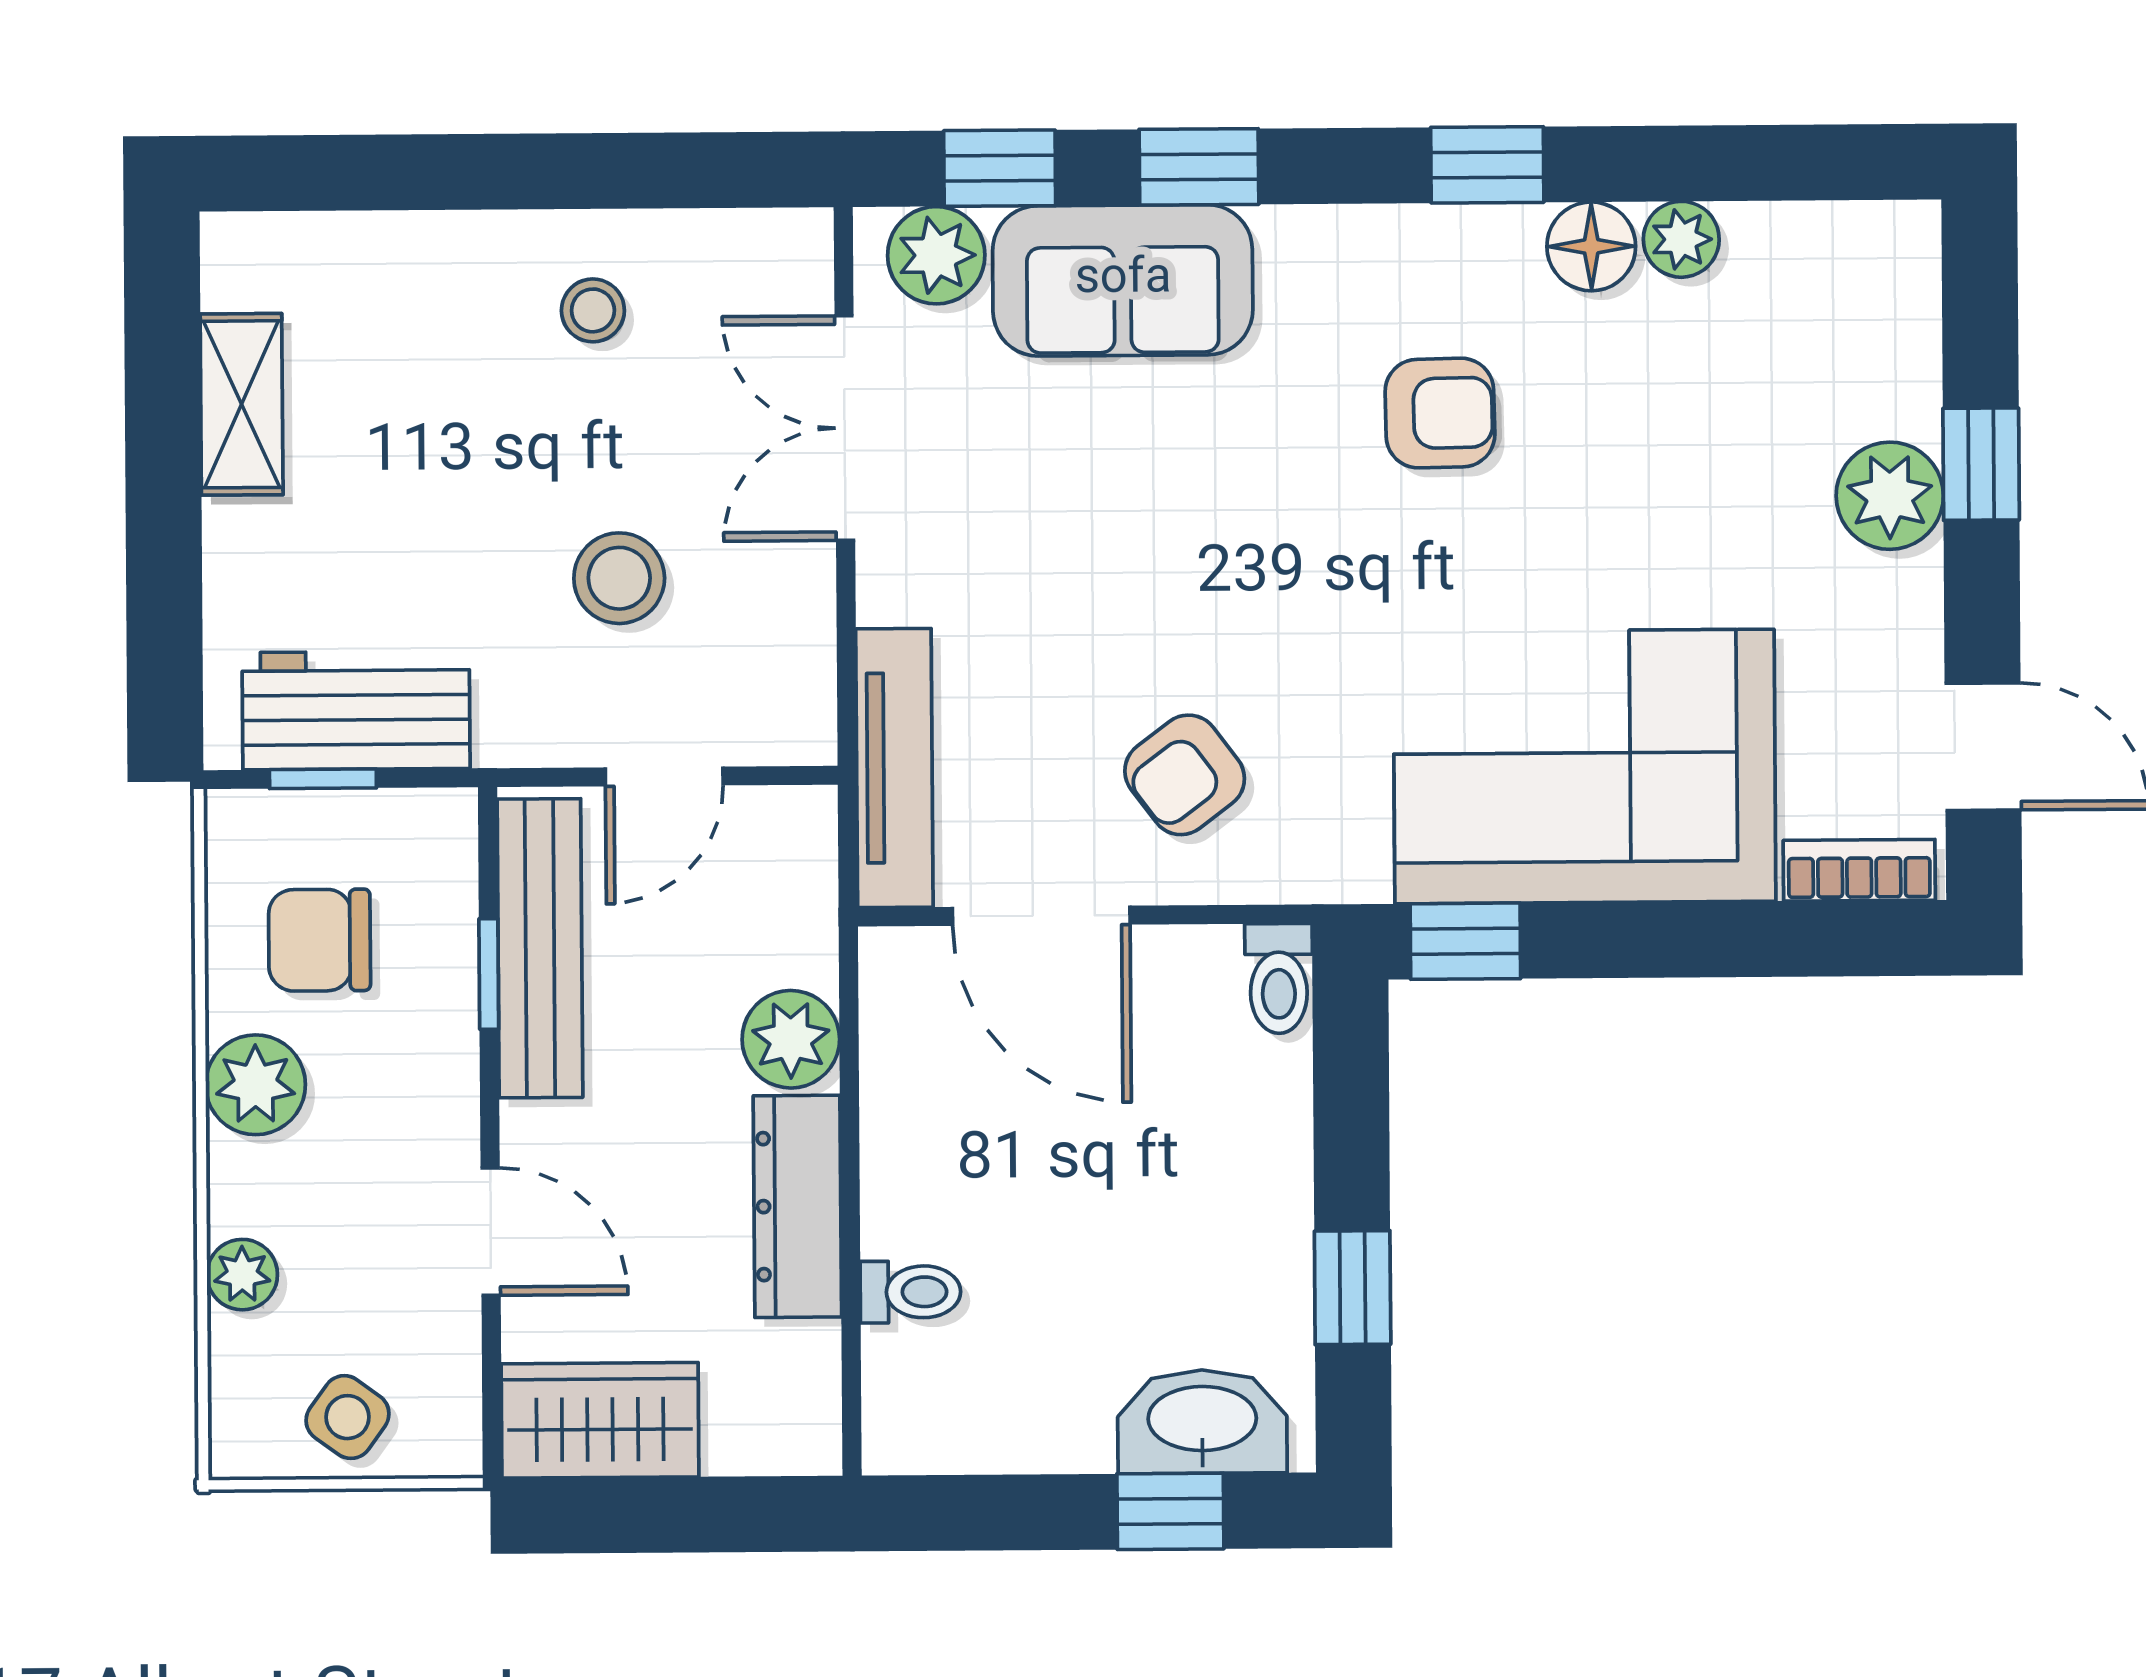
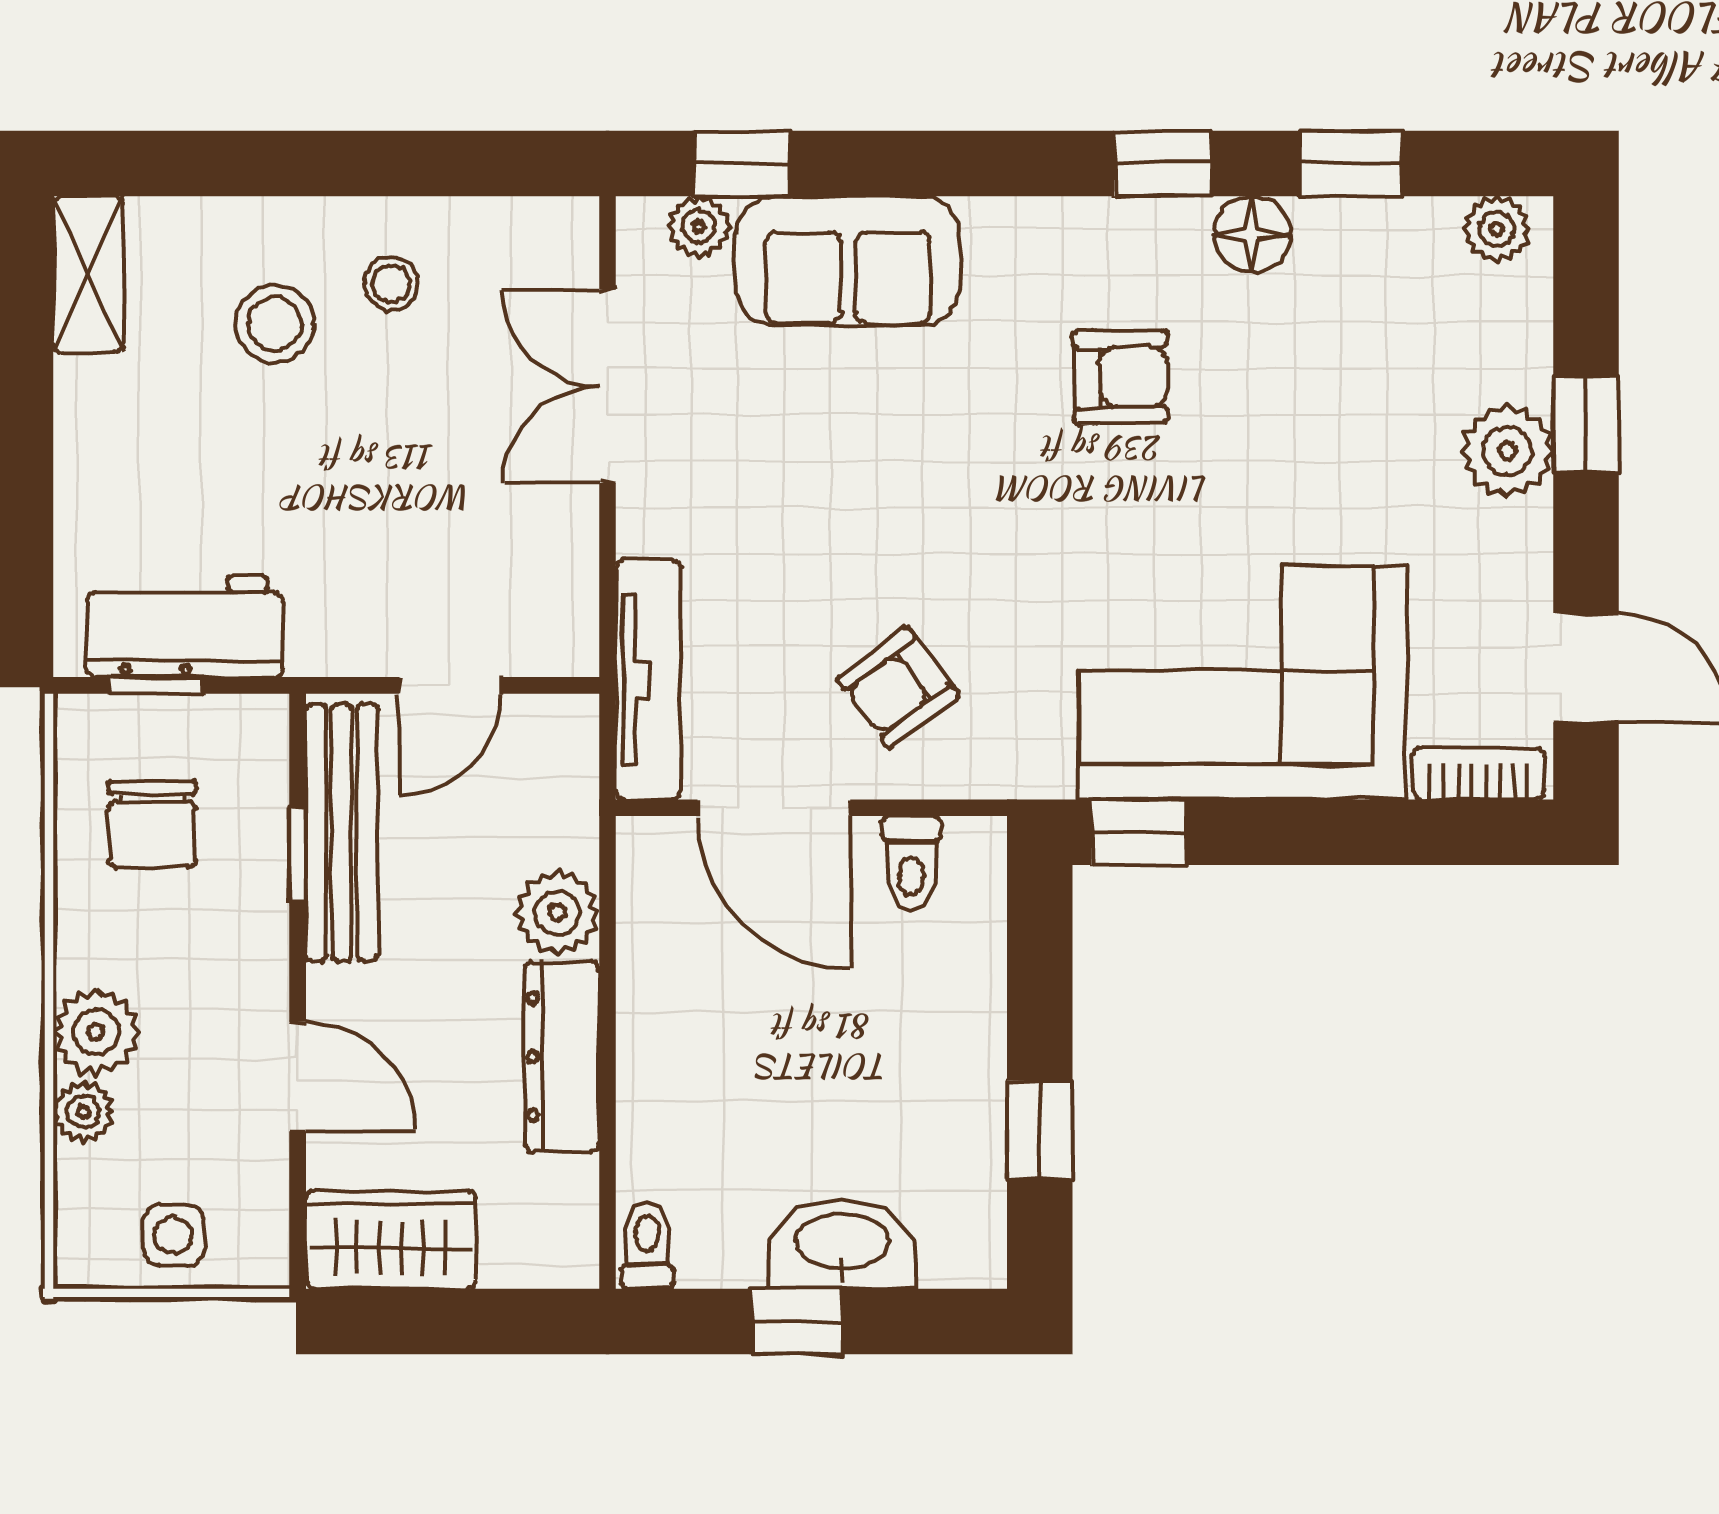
window: (1199, 167) -> (1351, 164), moved
plant: (1681, 239) -> (1497, 229), moved
plant: (936, 255) -> (699, 227), width x0.73, depth x0.73
shelving: (242, 404) -> (88, 274), moved
stool: (619, 578) -> (275, 324), moved
chair: (319, 940) -> (152, 824), turned -90
toilet: (1279, 978) -> (911, 863), moved
plant: (256, 1085) -> (96, 1032), moved
toilet: (910, 1292) -> (647, 1246), moved, turned -90
side table: (348, 1417) -> (173, 1235), turned -36
washbasin: (1202, 1422) -> (842, 1244), moved
window: (1170, 1511) -> (797, 1321), moved

